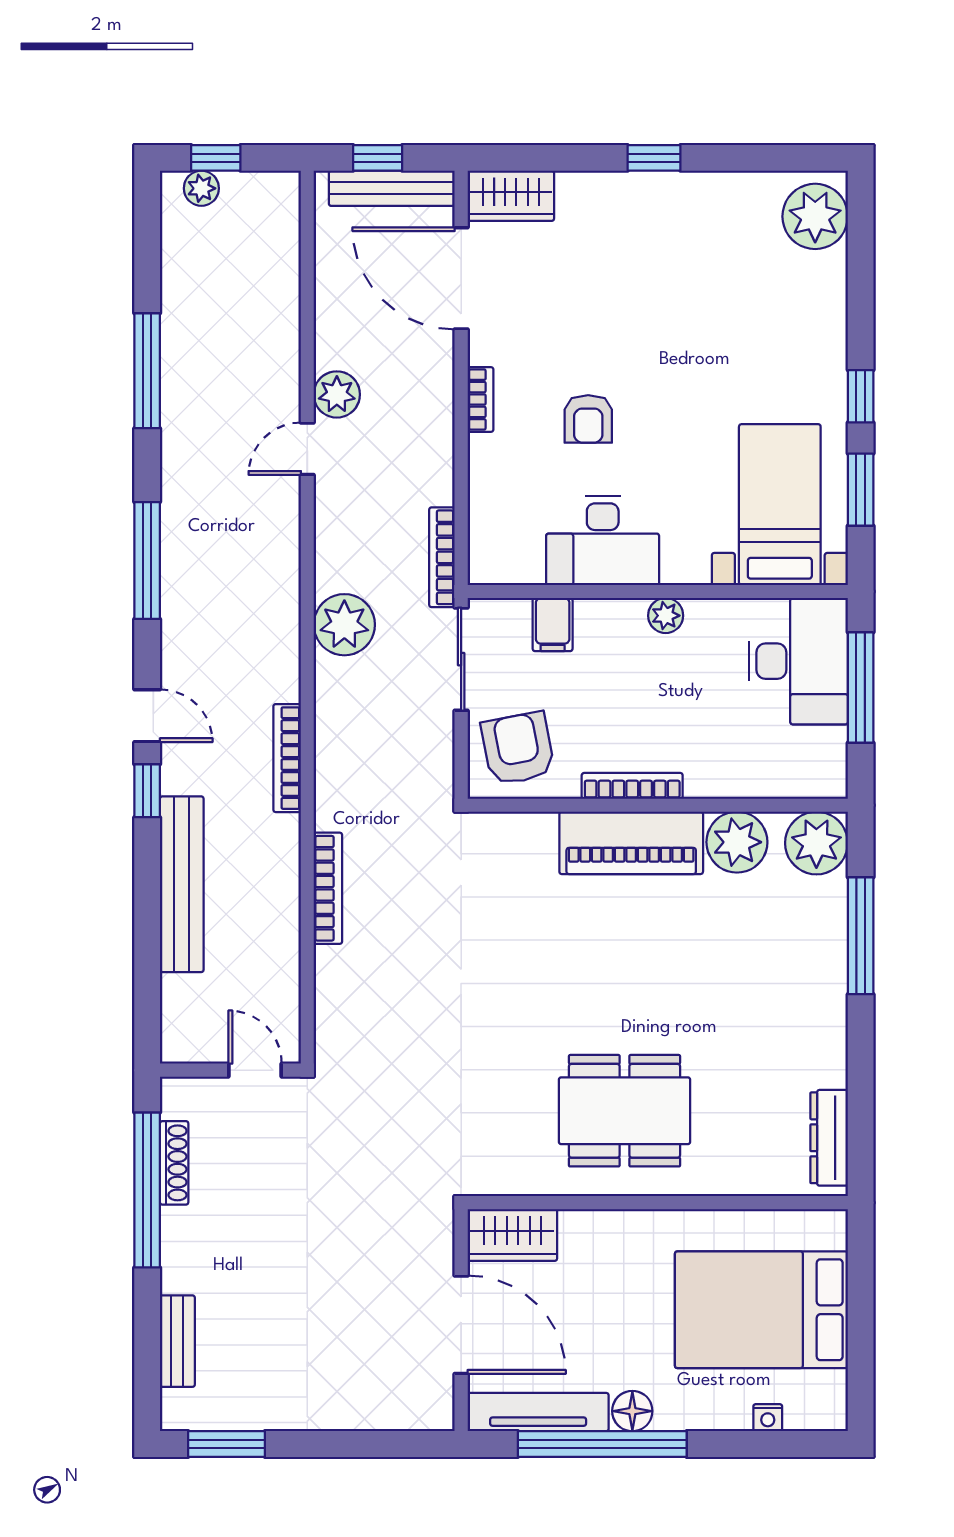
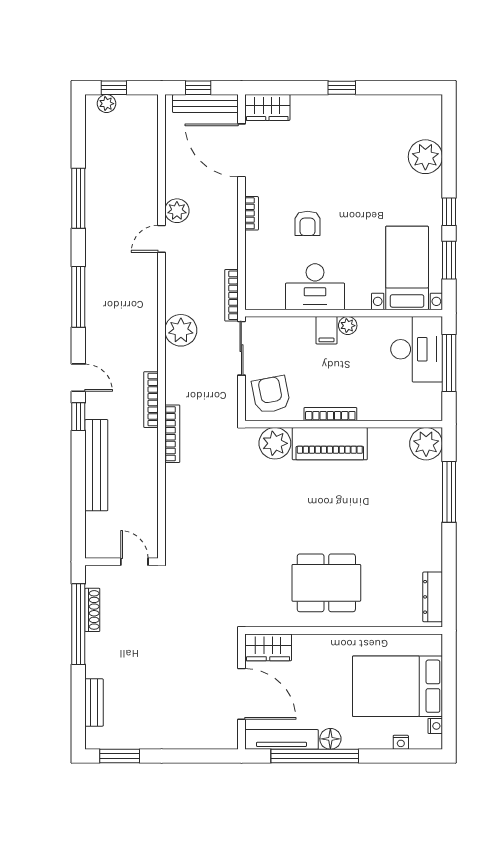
plant: (815, 216) -> (425, 157), moved
filing cabinet: (553, 625) -> (326, 330), moved
plant: (737, 842) -> (275, 443), moved
bookcase: (328, 888) -> (172, 434), moved
nightstand: (834, 1386) -> (435, 726), added

